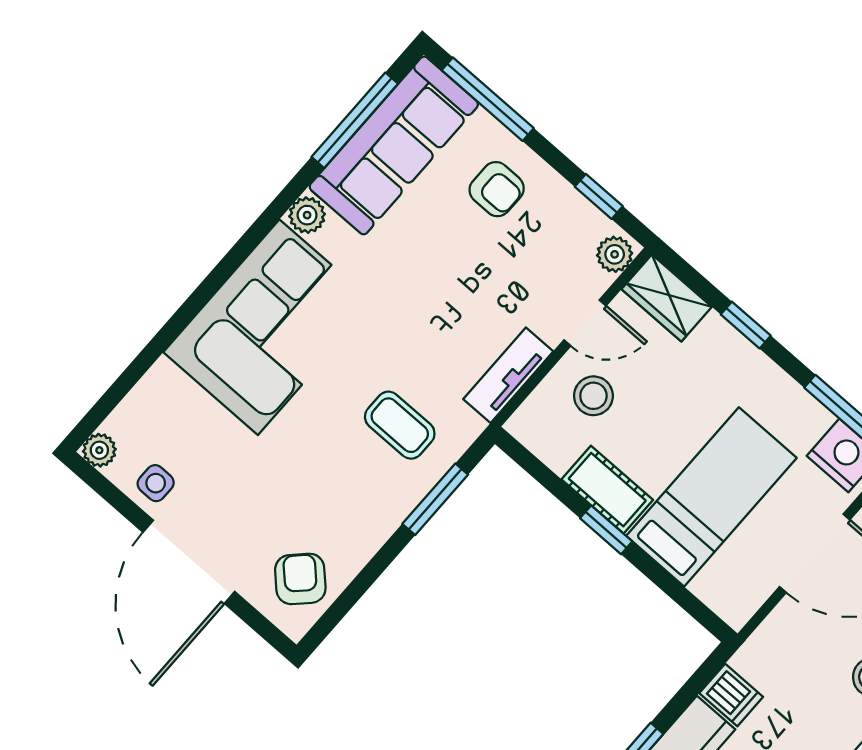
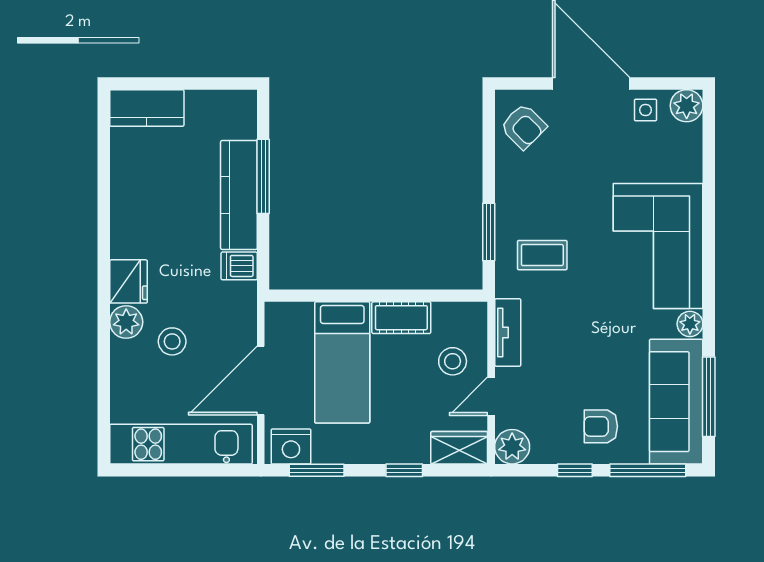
window: (599, 196) -> (575, 470), moved
plant: (615, 254) -> (512, 447), width x1.38, depth x1.38
plant: (99, 450) -> (687, 106), width x1.38, depth x1.38
window: (606, 530) -> (383, 296), removed

